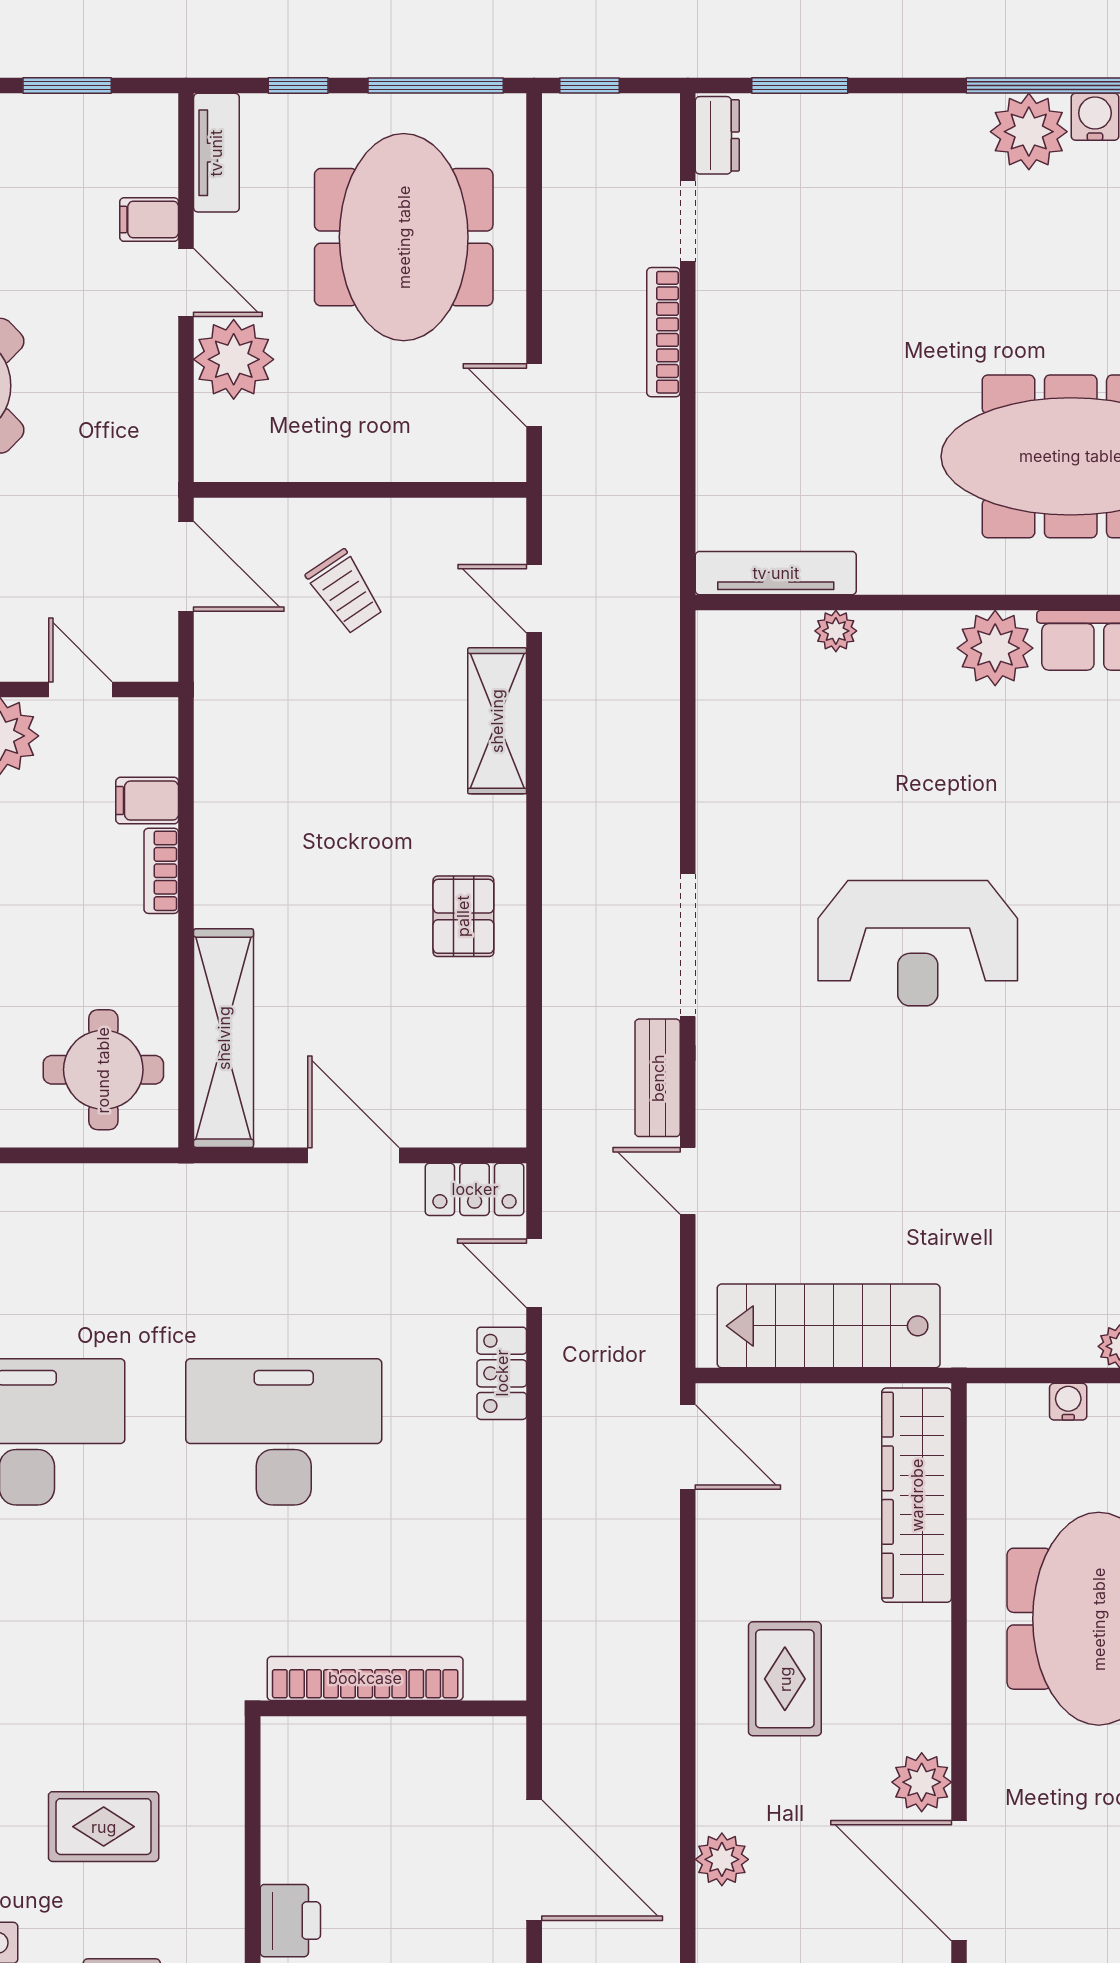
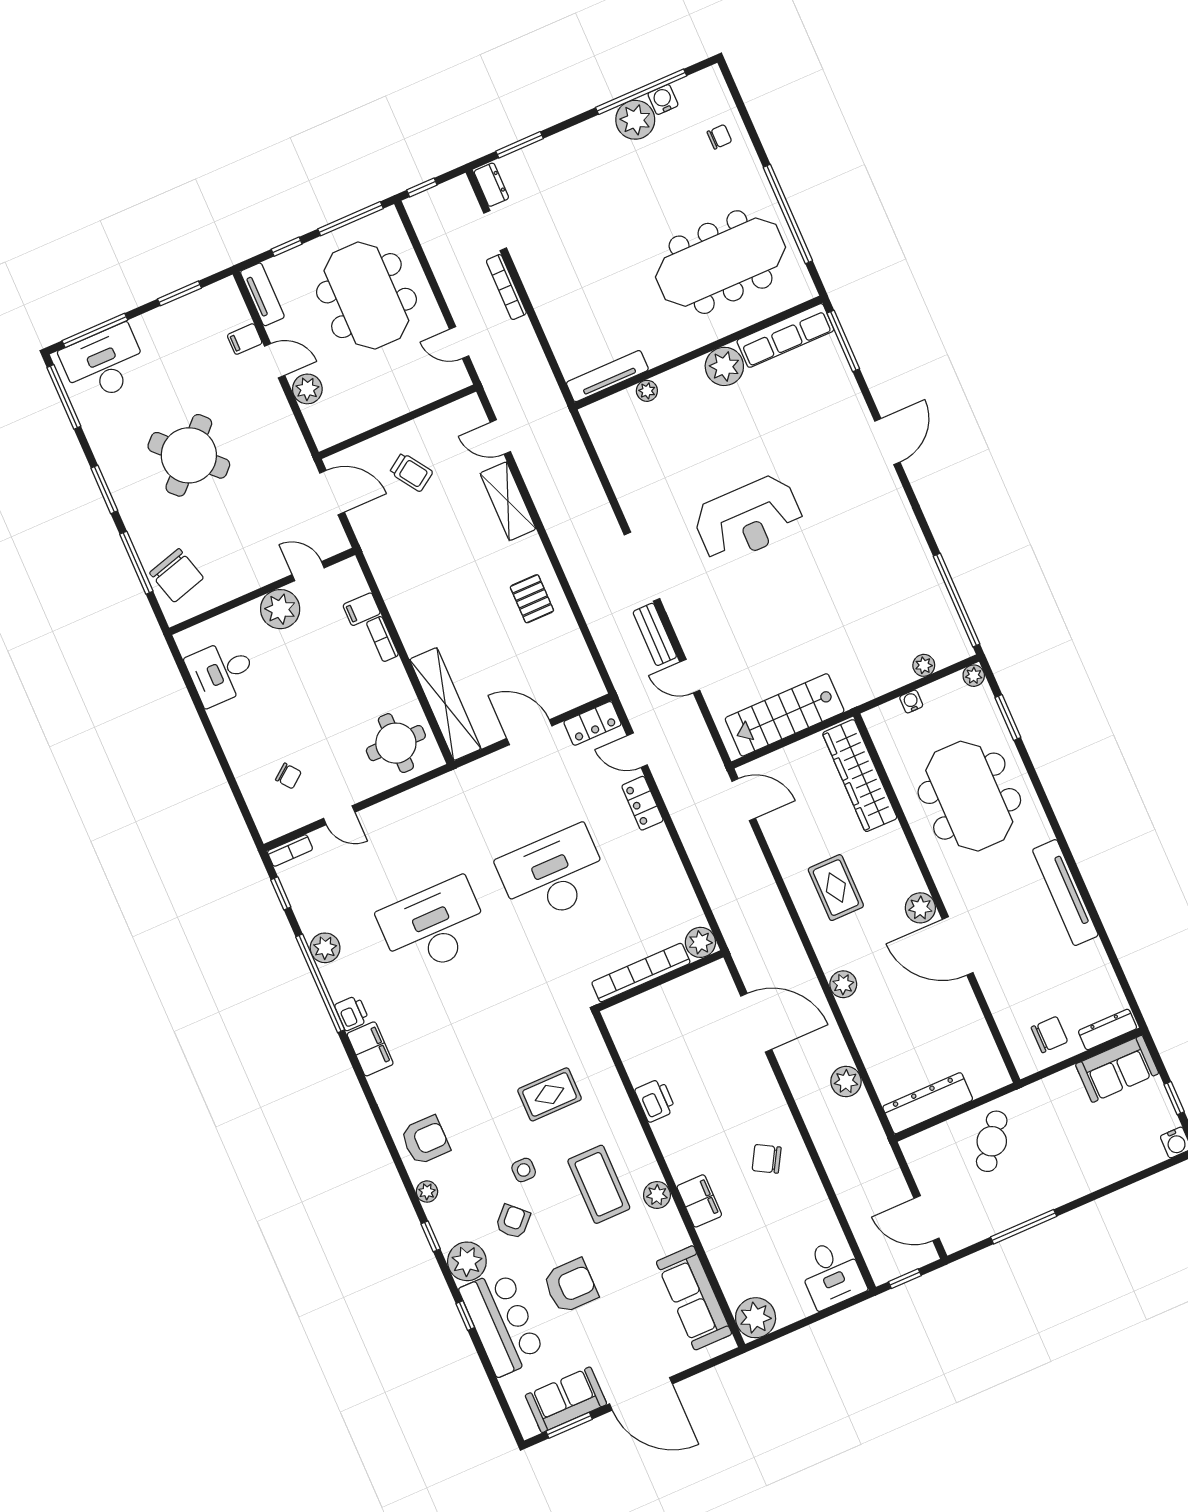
plant: (234, 359) -> (307, 389), width x0.73, depth x0.73
plant: (497, 1671) -> (700, 942), added

